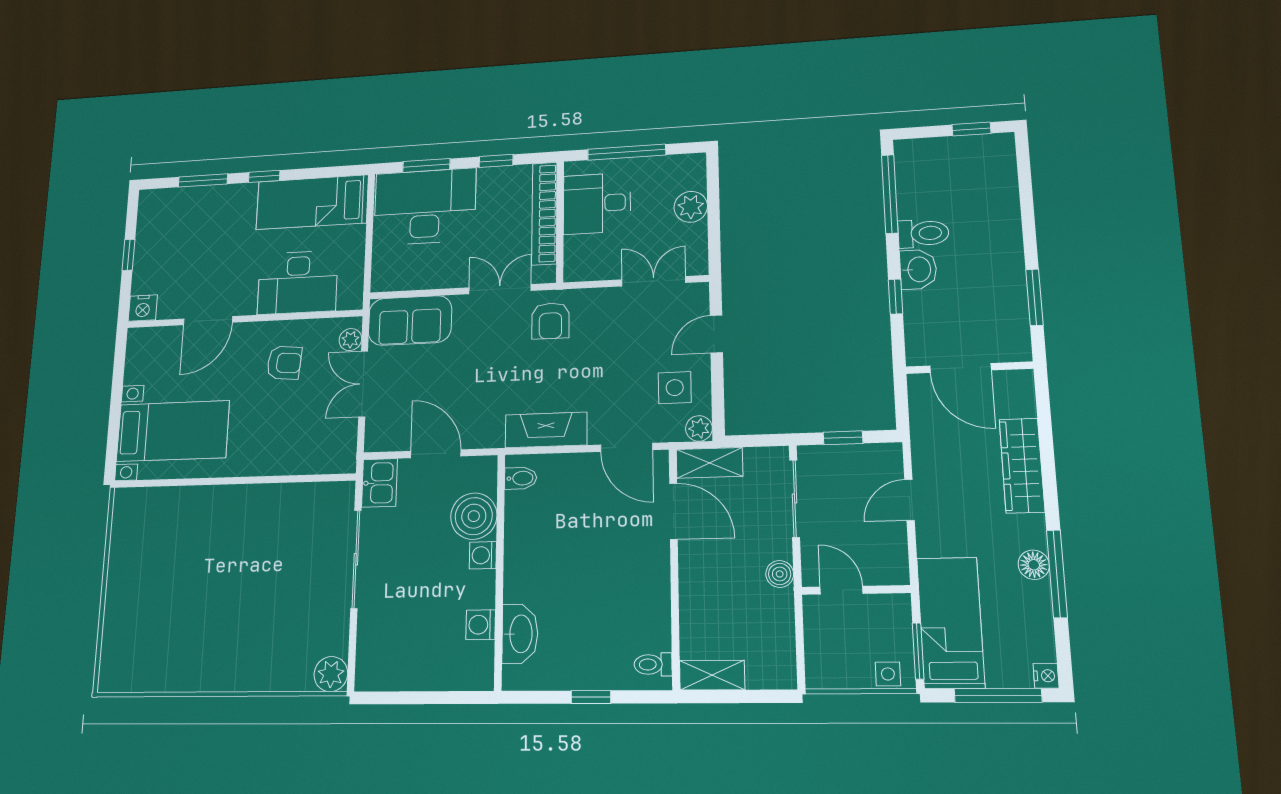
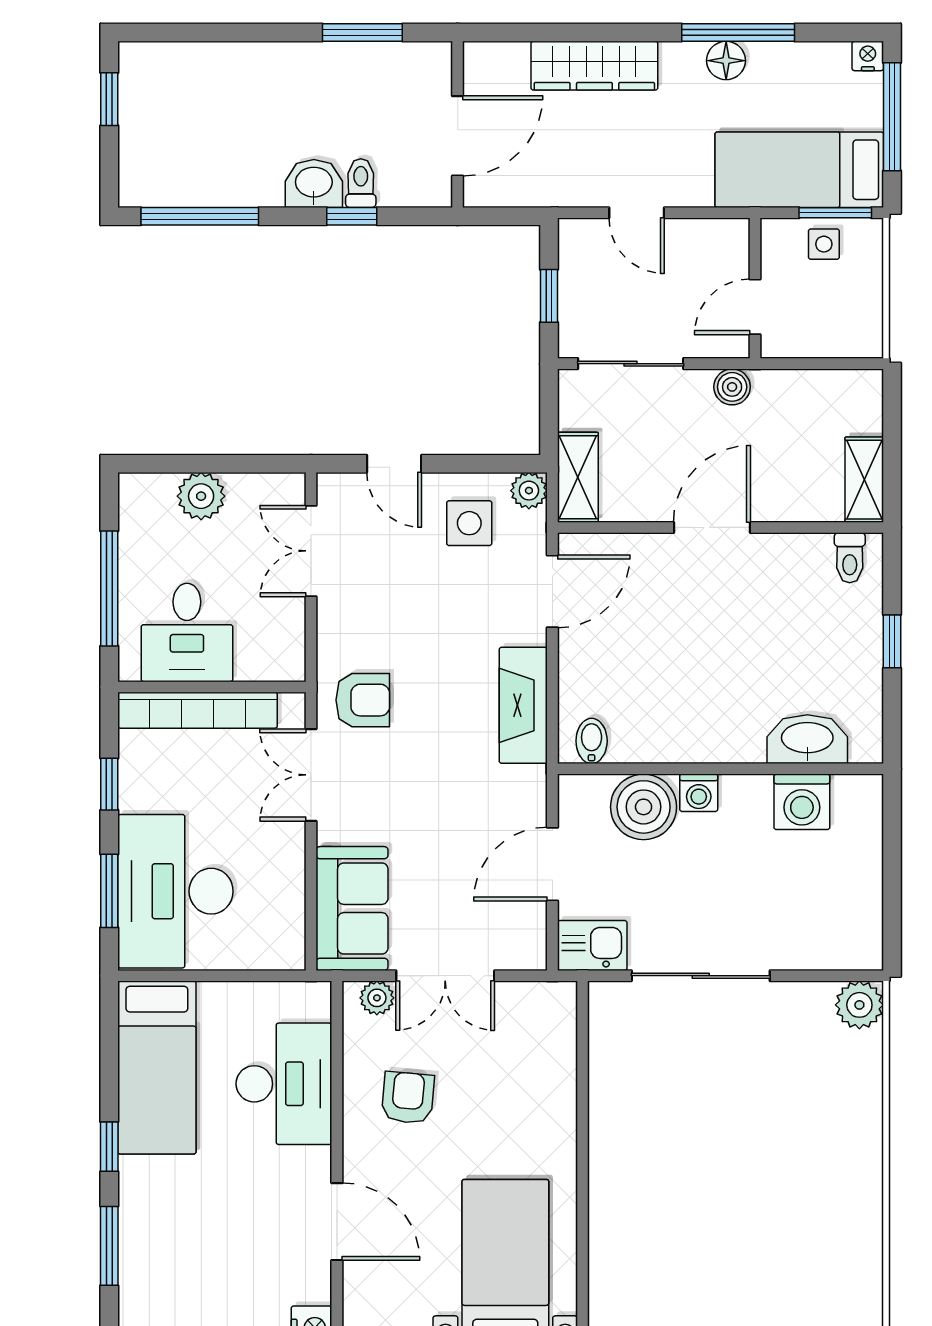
toilet: (923, 233) -> (361, 183), moved, width x0.73, depth x0.72
door: (673, 511) -> (712, 527), moved
washing machine: (481, 625) -> (802, 802), width x1.38, depth x1.38
side table: (888, 674) -> (824, 244), moved

